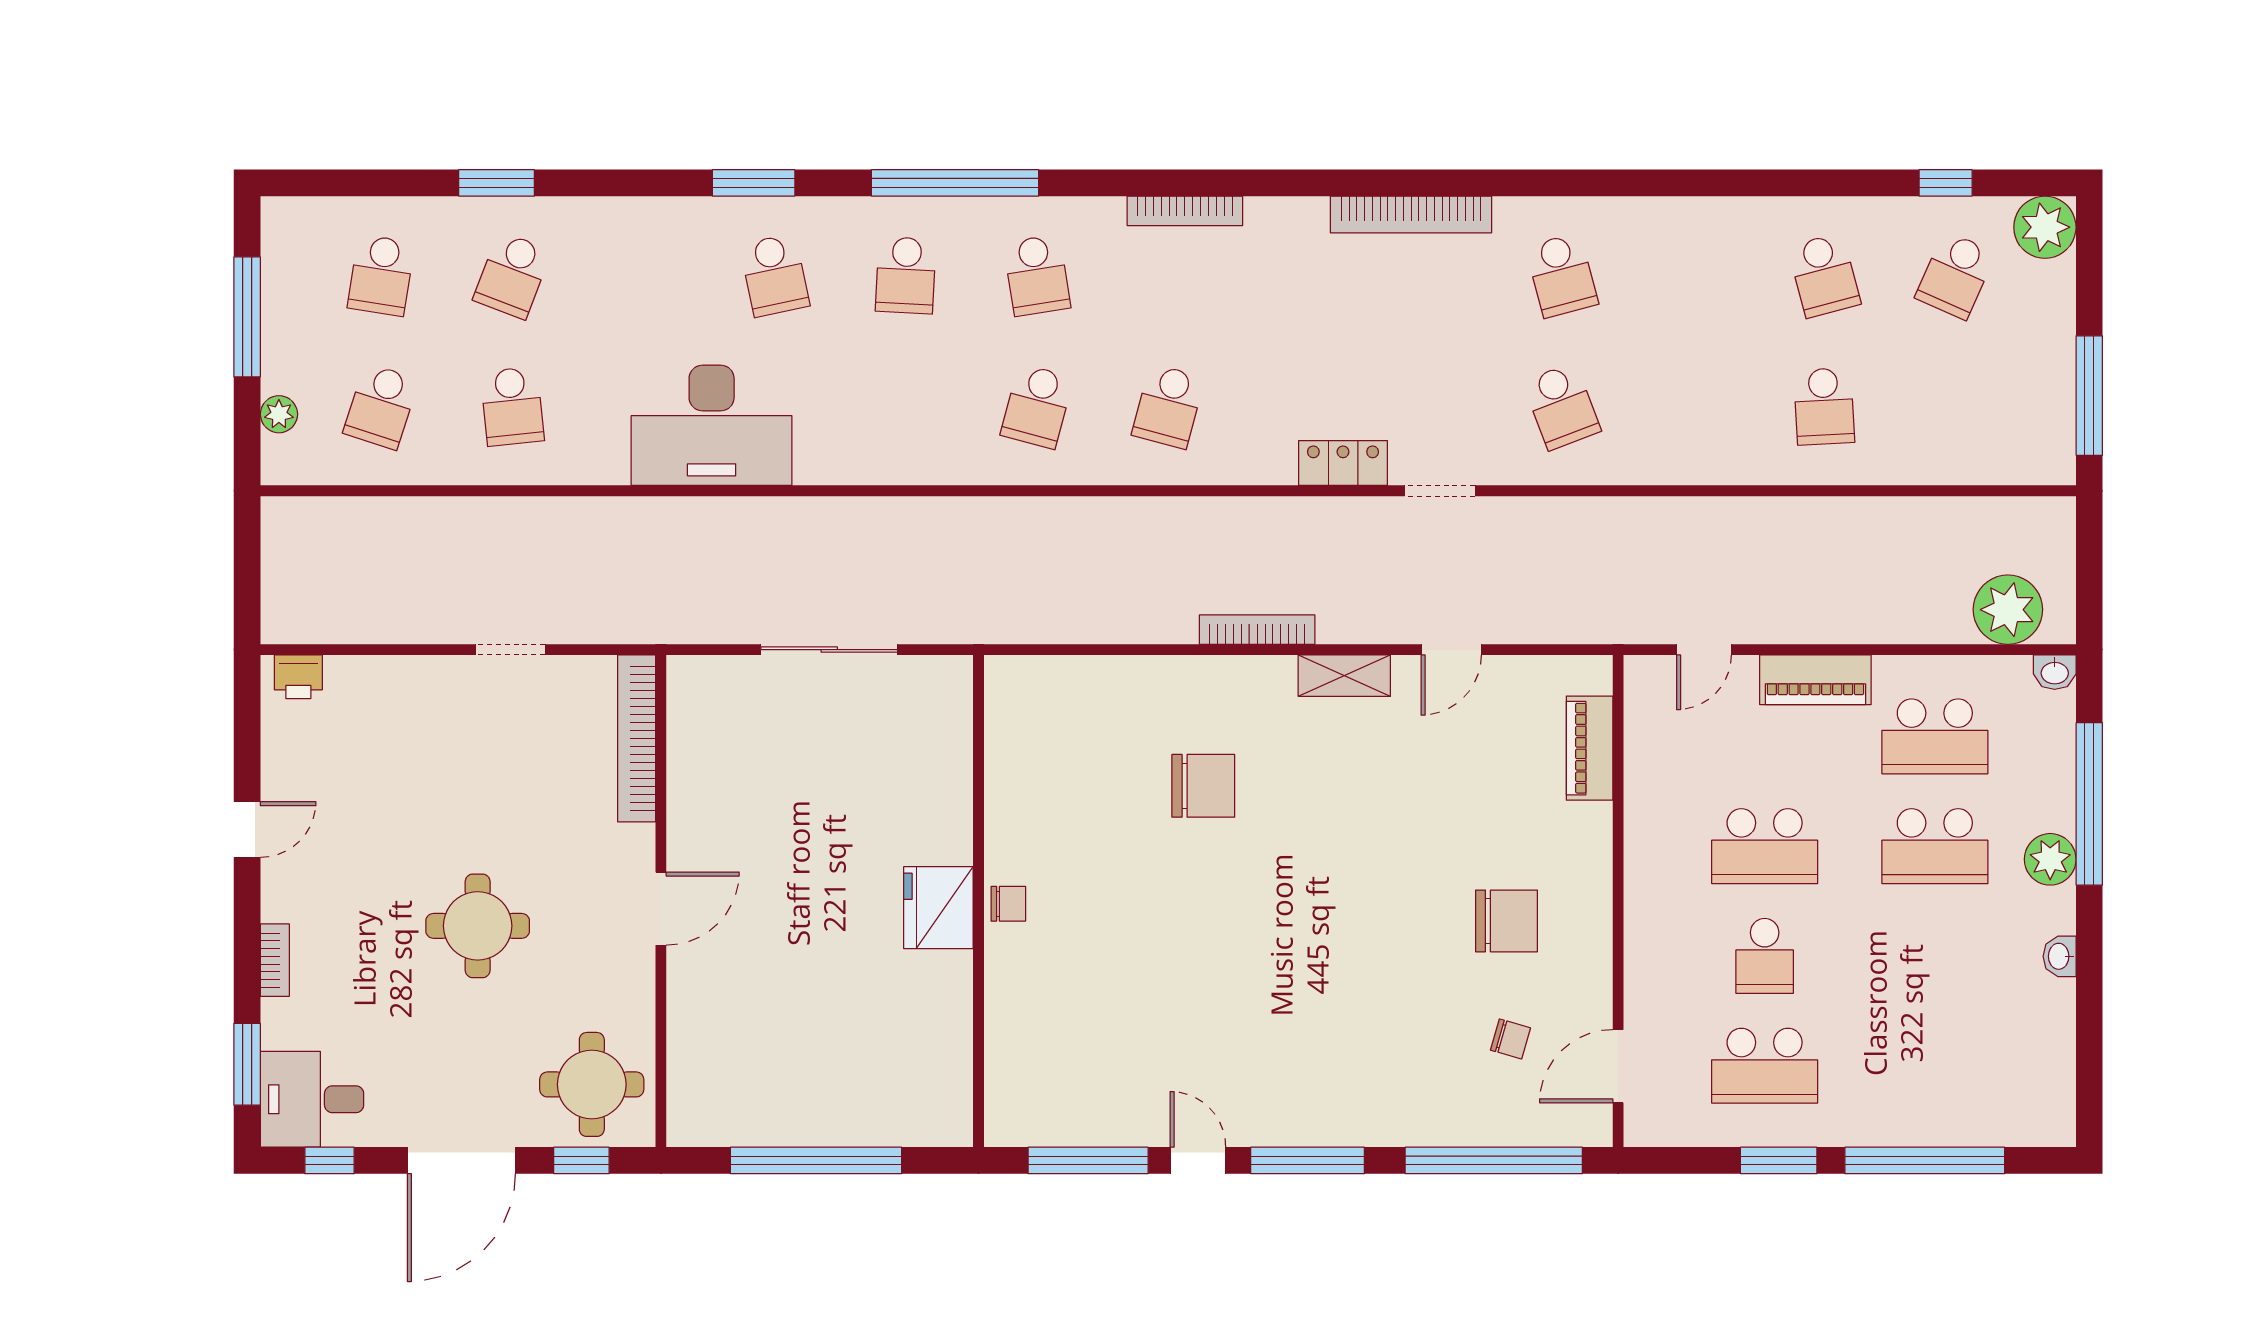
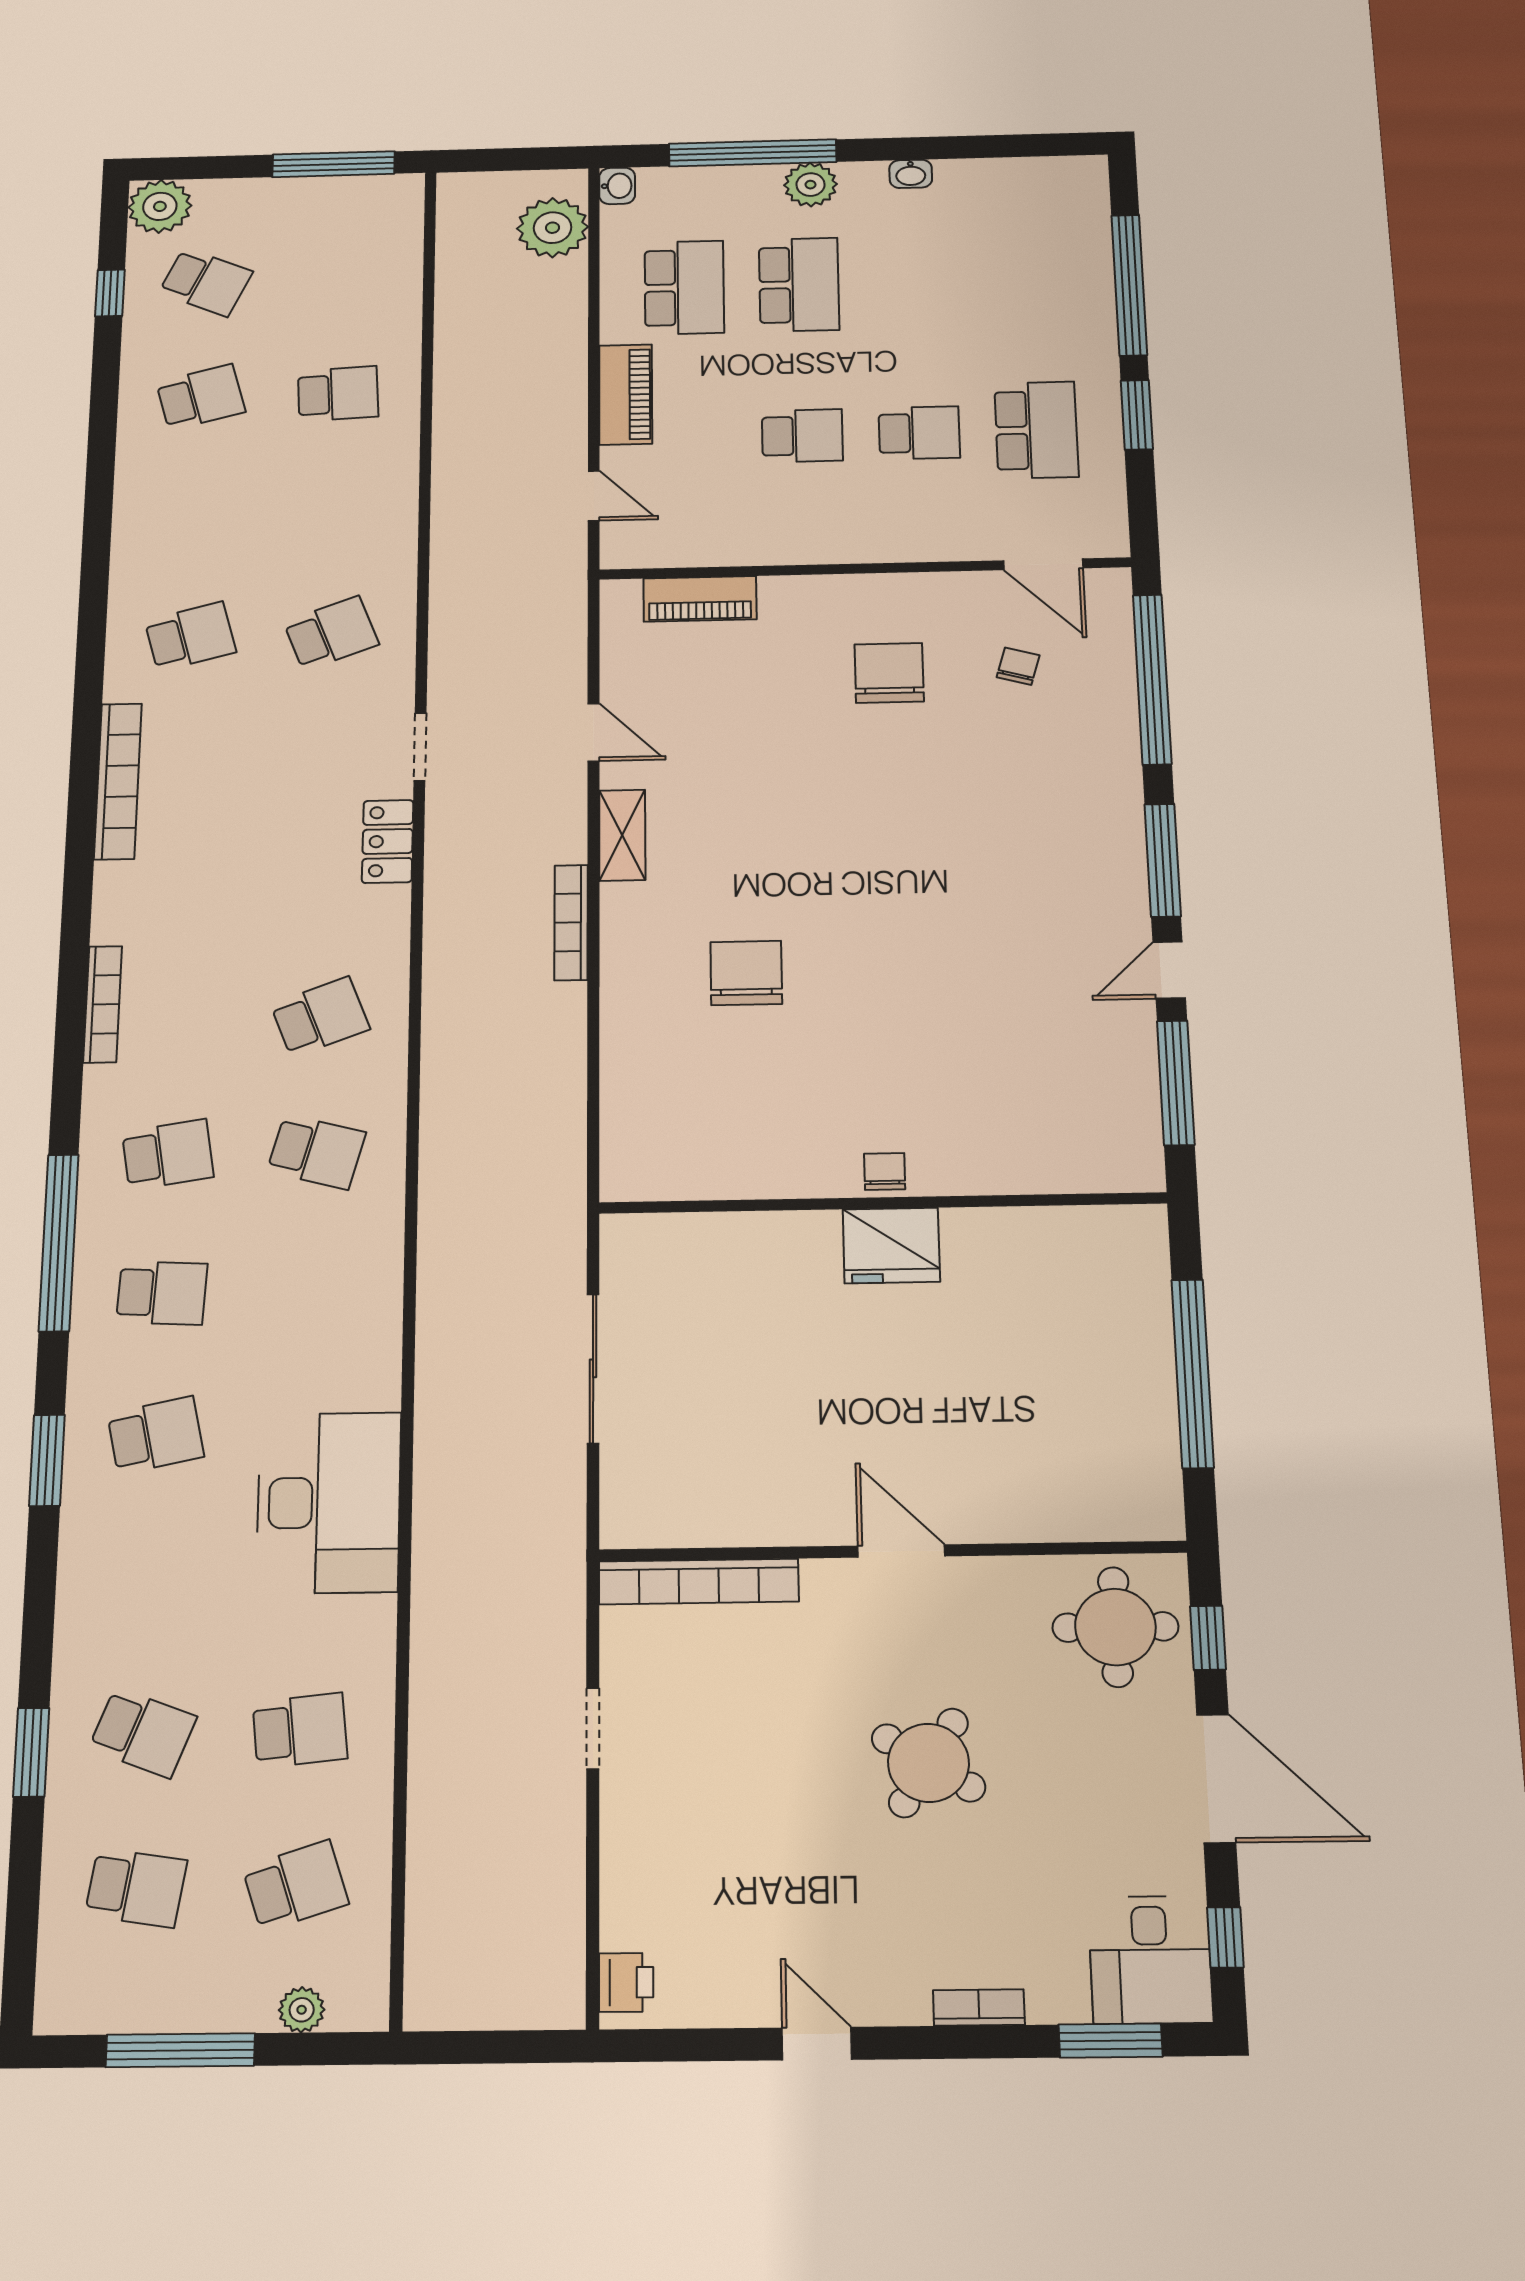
school desk: (381, 406) -> (295, 1886), turned -36
school desk: (1168, 406) -> (320, 1017), turned -36
school desk: (1765, 846) -> (802, 436), width x0.54
round table: (478, 926) -> (928, 1763), turned 32

